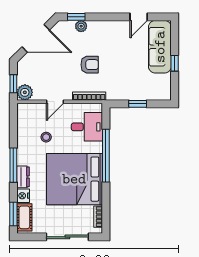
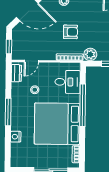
plant: (25, 92) -> (90, 54), moved
door: (55, 102) -> (31, 61), moved
dresser: (23, 177) -> (16, 73), moved
window: (13, 214) -> (8, 151), removed
cot: (24, 217) -> (16, 154), removed

